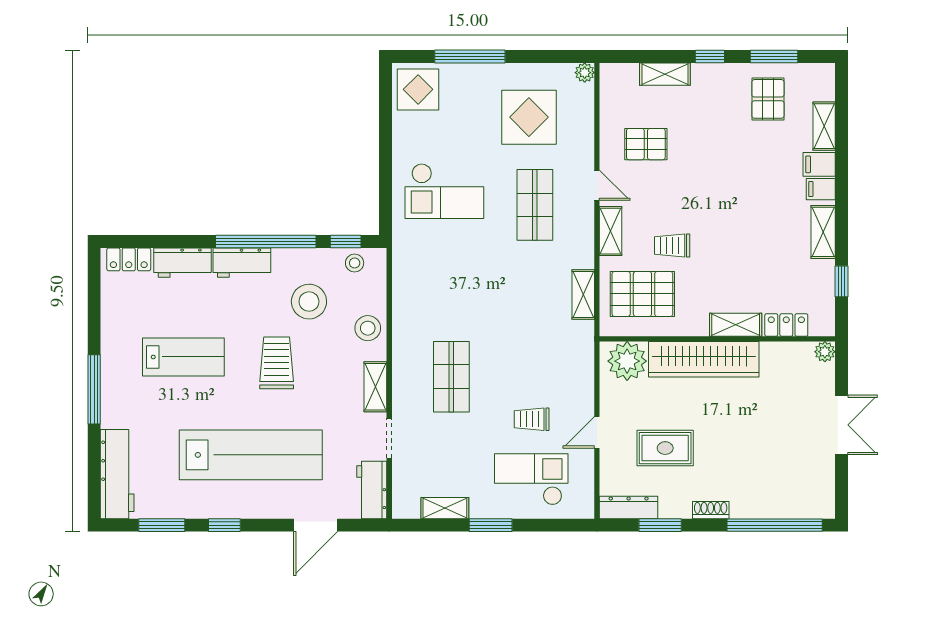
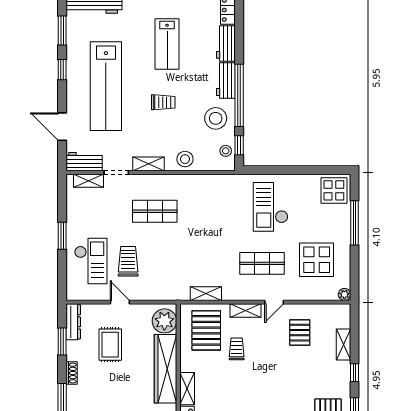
stool: (309, 302) -> (216, 118), moved
trolley: (277, 363) -> (163, 102), width x0.73, depth x0.72
trolley: (532, 419) -> (128, 261), width x1.36, depth x1.39
shelving: (445, 508) -> (89, 181), moved, turned 90

